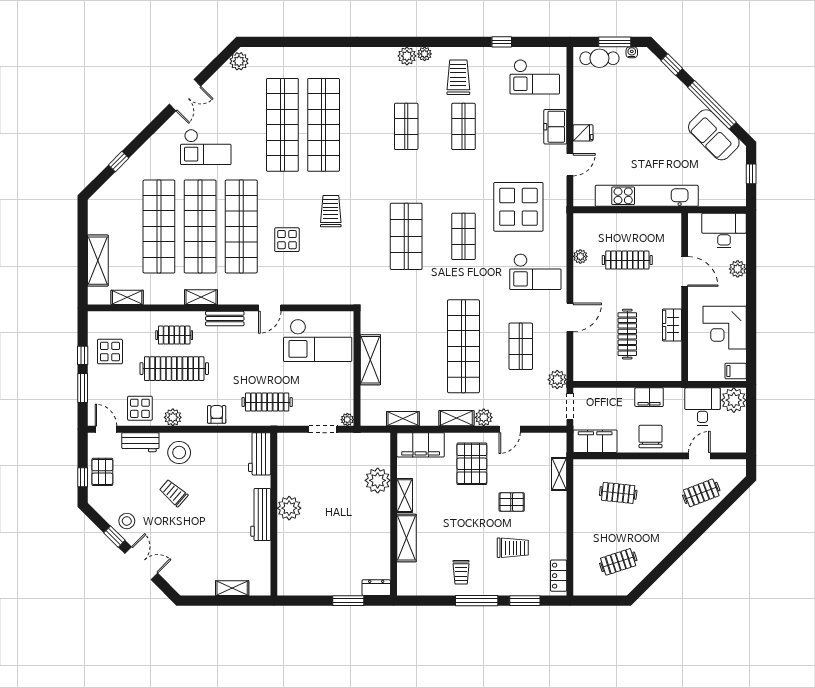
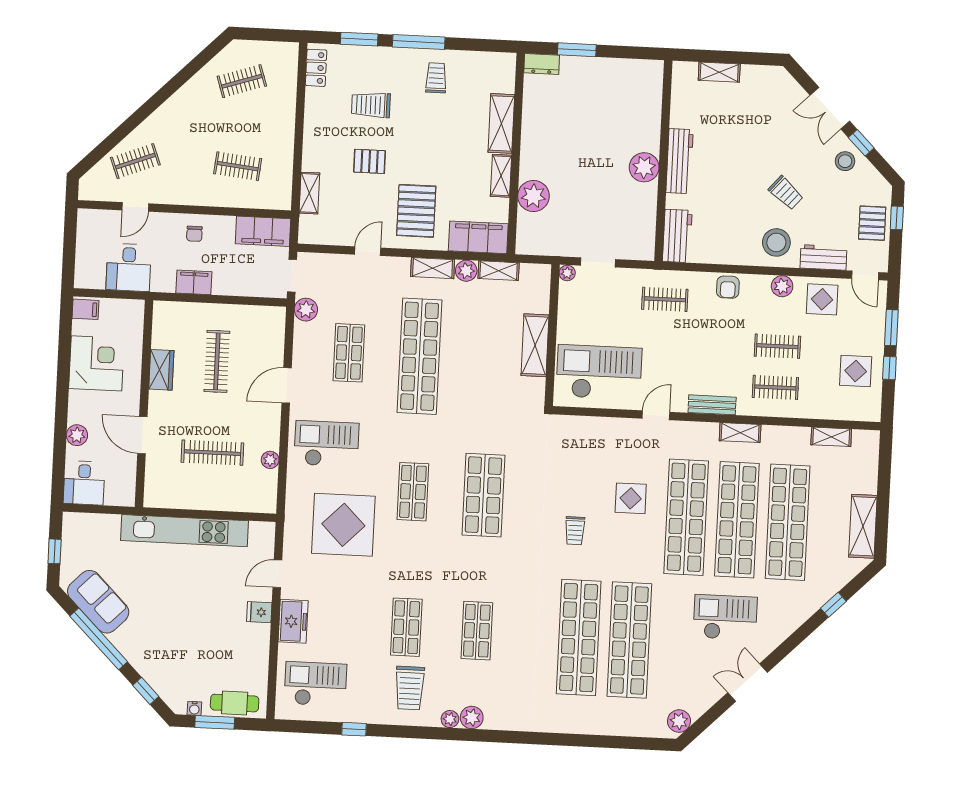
trolley: (331, 211) -> (575, 531), width x0.73, depth x0.72
desk: (724, 230) -> (84, 483), width x0.73
shelving: (98, 261) -> (863, 526), moved
clothes rail: (174, 369) -> (777, 346), width x0.54, depth x0.76
plant: (734, 400) -> (90, 274), removed
clothes rail: (267, 402) -> (665, 299), width x0.73
plant: (484, 417) -> (466, 271), moved
chair: (651, 436) -> (194, 234), width x0.54, depth x0.54

